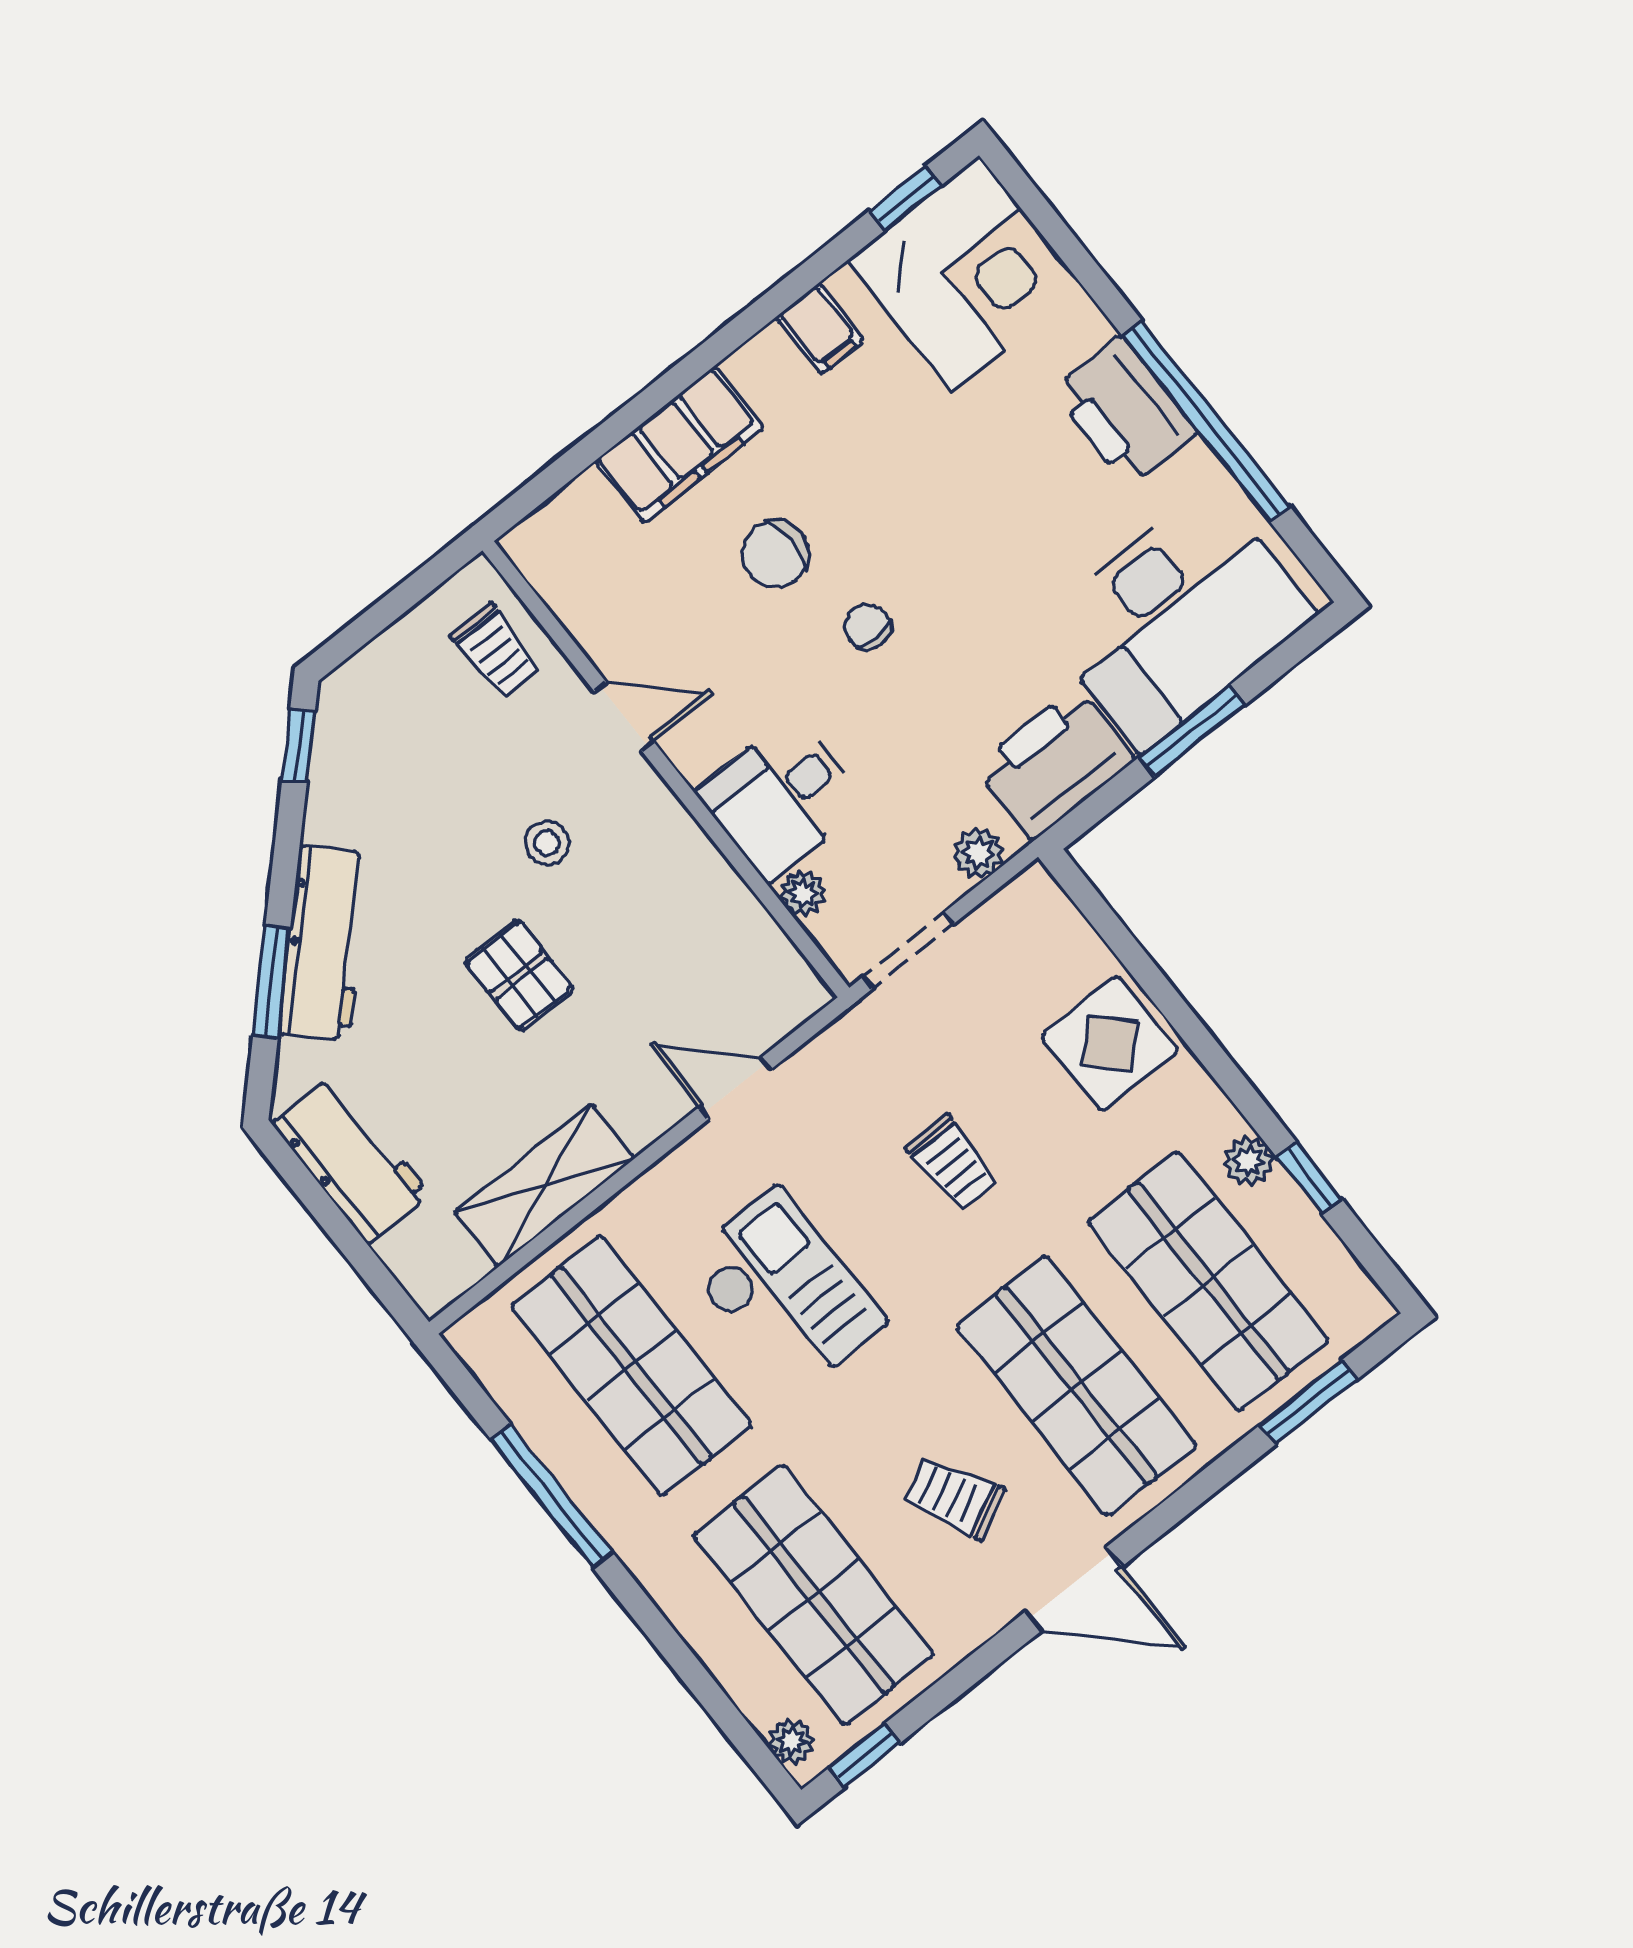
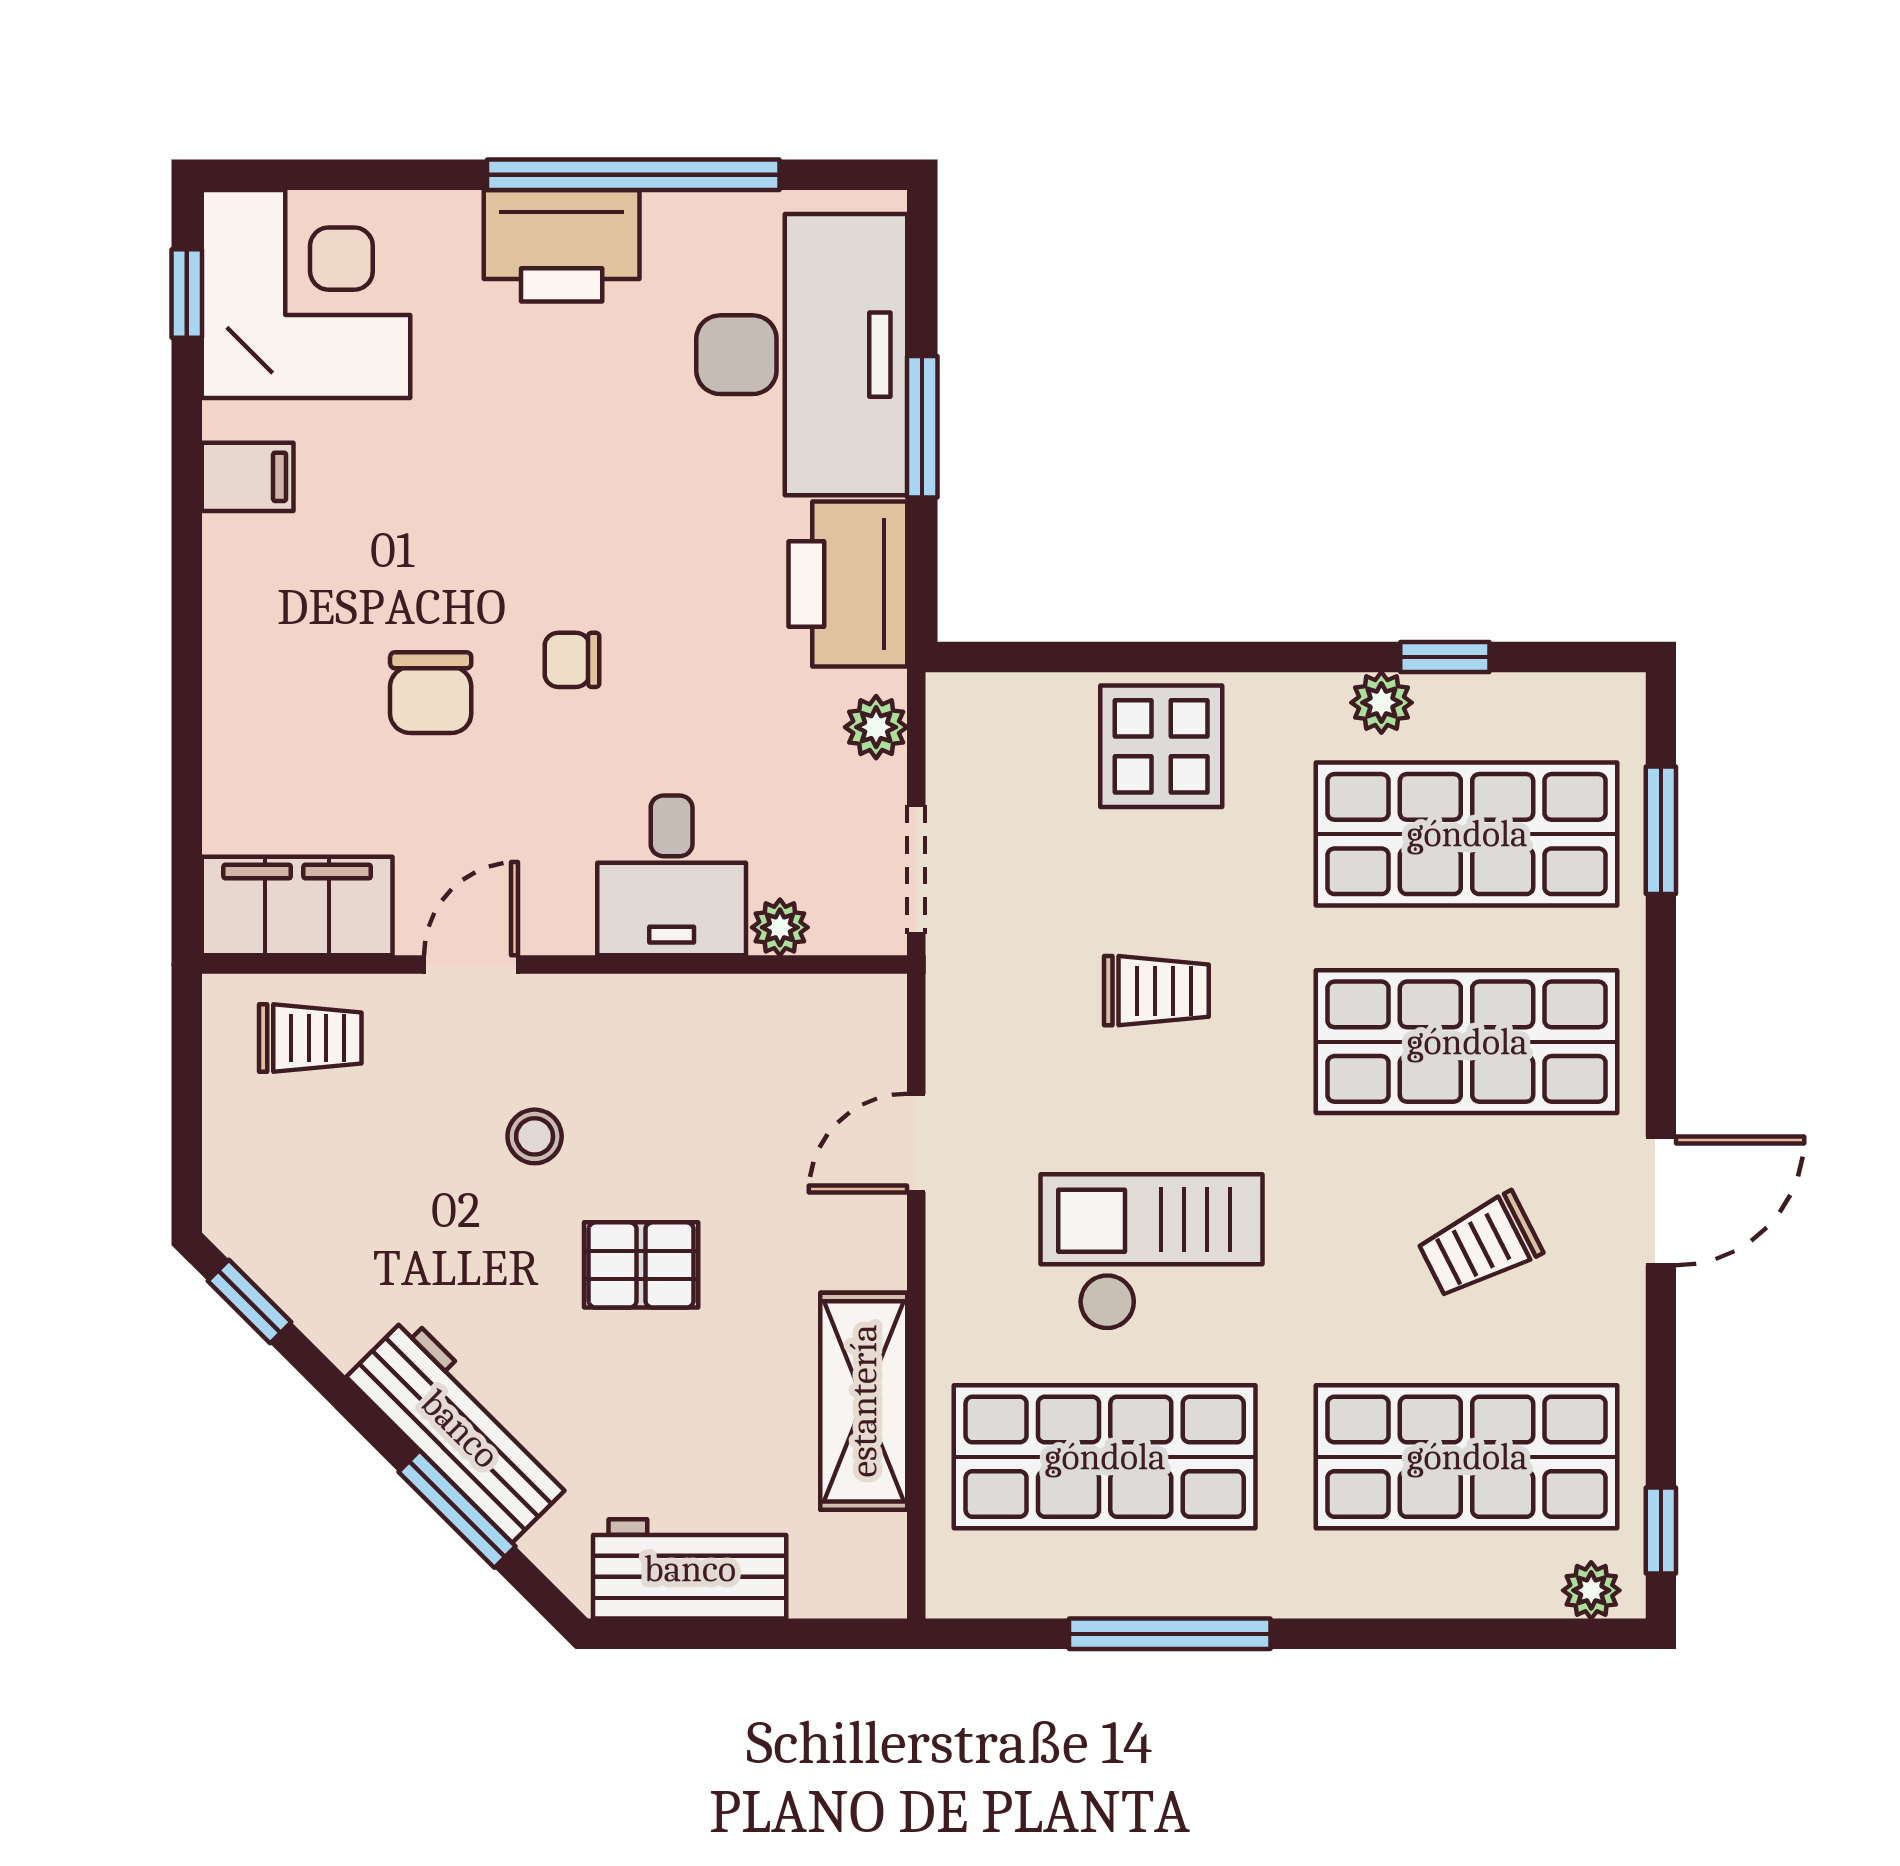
filing cabinet: (679, 445) -> (297, 906), moved, turned -90

